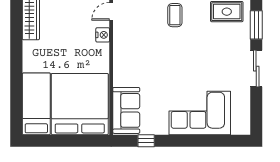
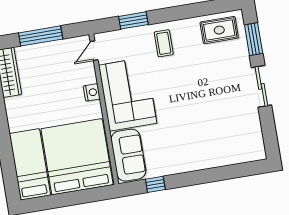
nightstand: (103, 35) -> (92, 92), moved
corner sofa: (200, 113) -> (128, 94), moved, turned 90

